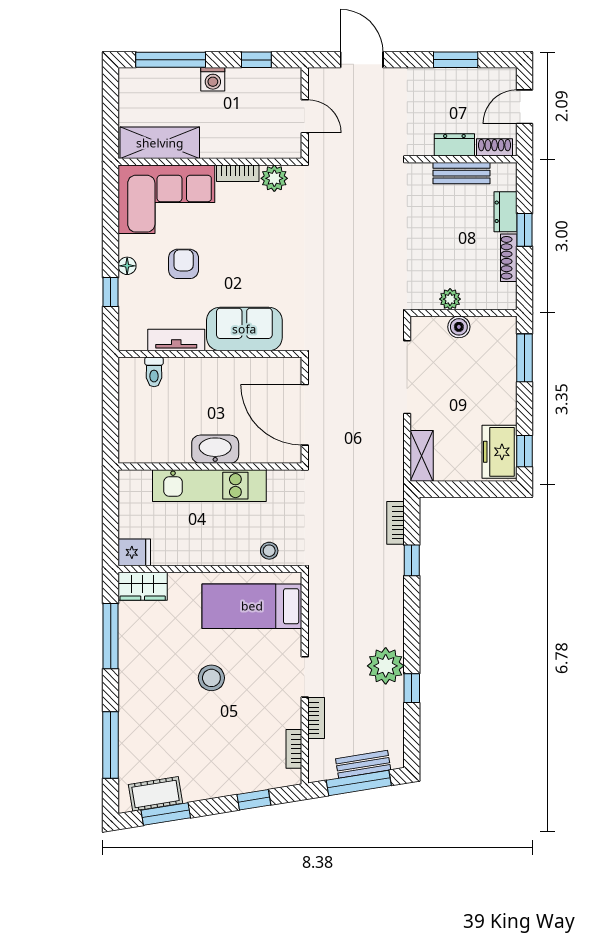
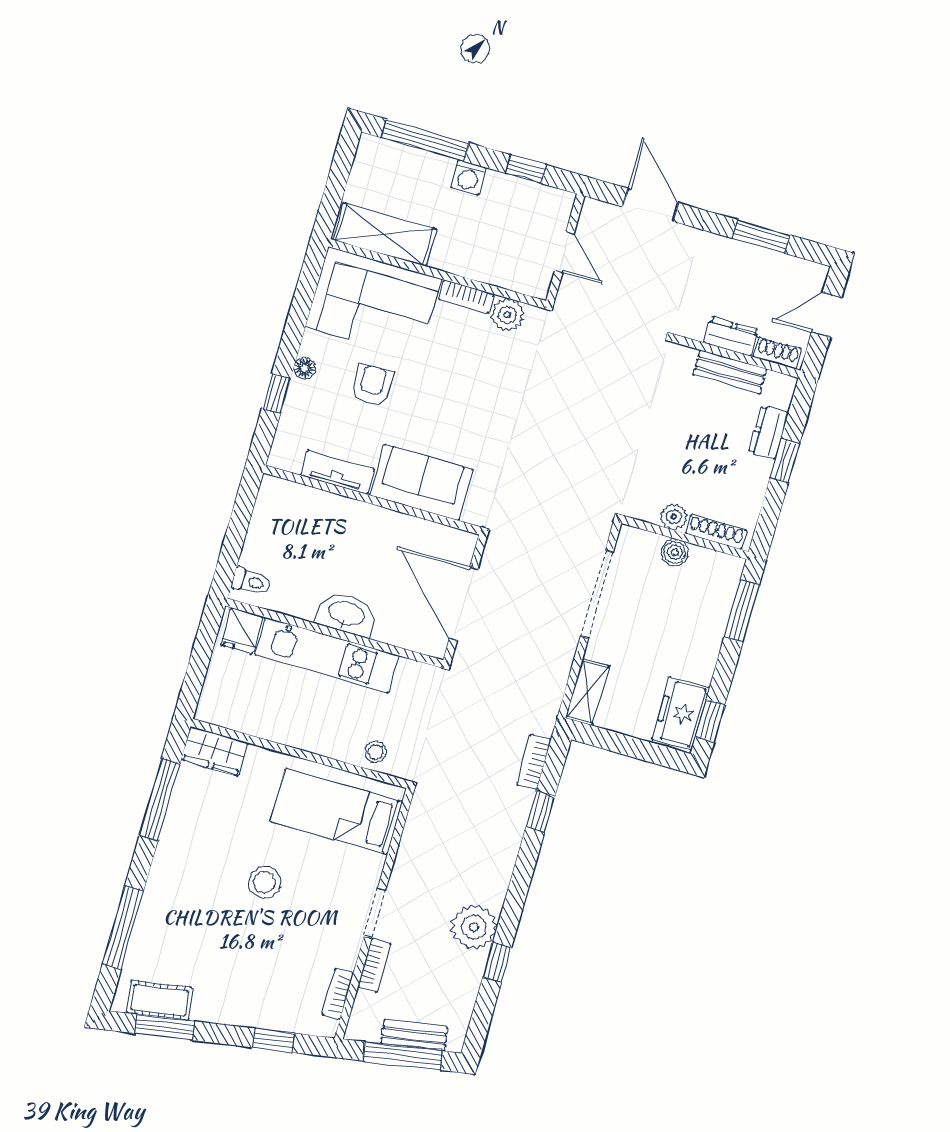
shoe rack: (509, 258) -> (716, 532), moved, turned 90
toilet: (154, 372) -> (251, 582), moved, turned -90
fridge: (134, 552) -> (242, 631), moved, turned 90

